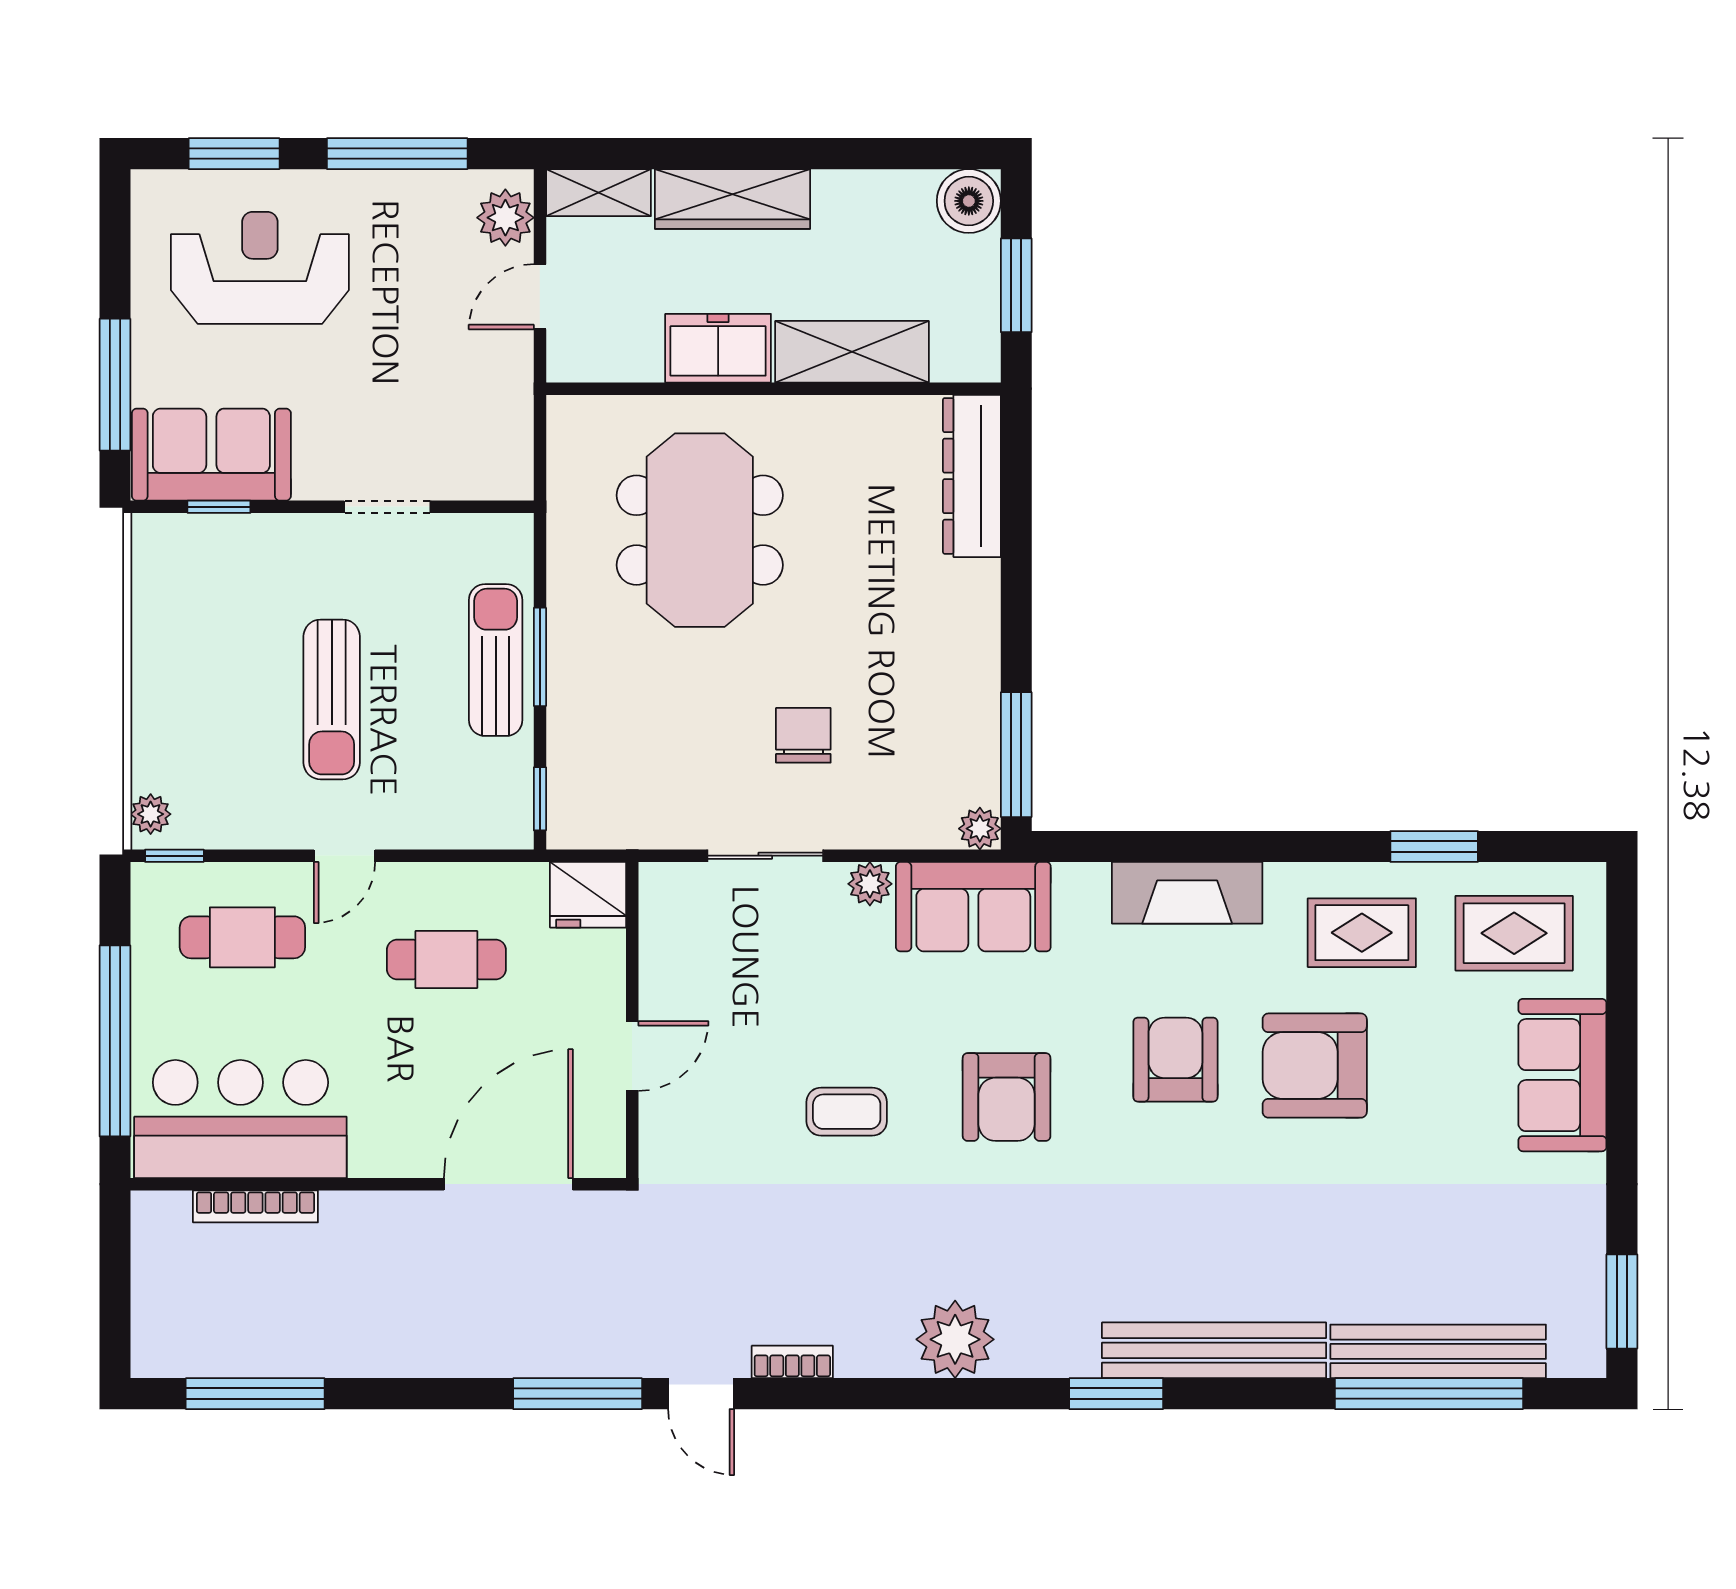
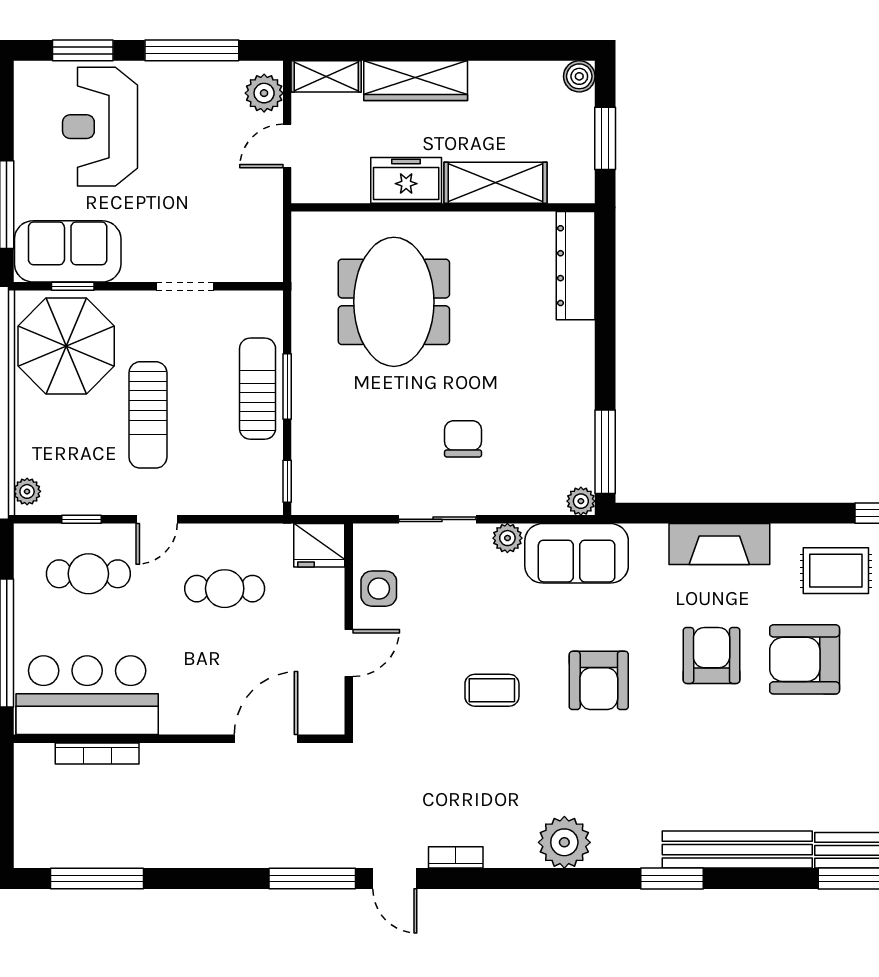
boiler: (969, 201) -> (579, 76), width x0.73, depth x0.73
reception desk: (260, 268) -> (100, 127), turned -90
parasol: (209, 596) -> (66, 346), added
window: (174, 856) -> (81, 519), moved
side table: (677, 959) -> (379, 589), added
door: (508, 1184) -> (266, 739), width x0.73

